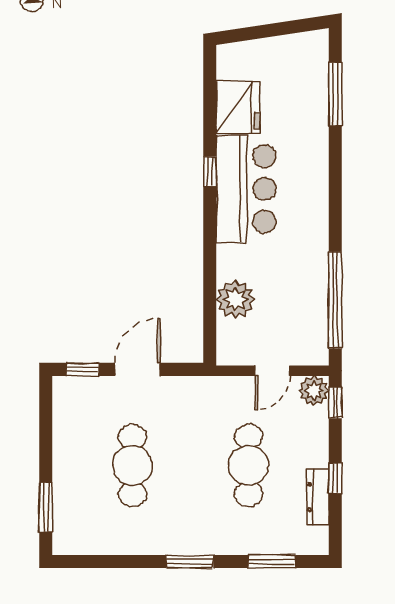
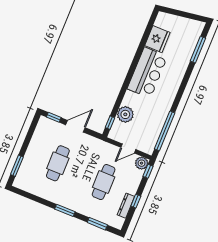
window: (210, 171) -> (110, 123), moved

